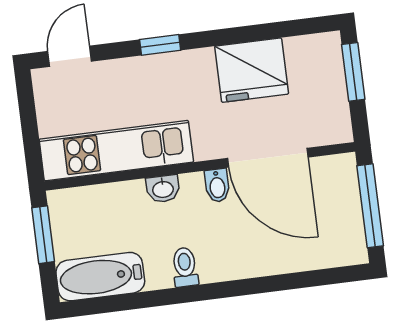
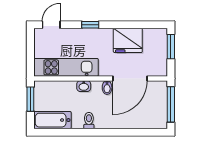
door: (268, 158) -> (130, 79), hinge flipped

